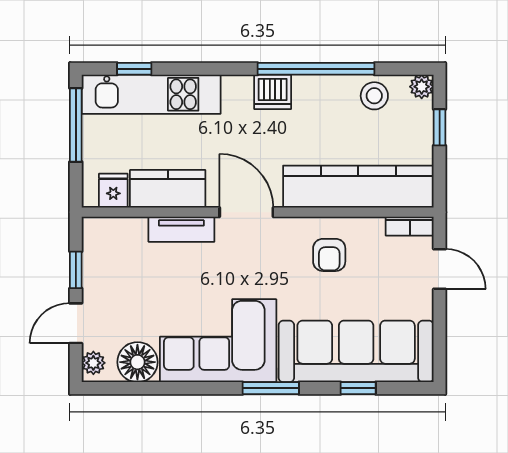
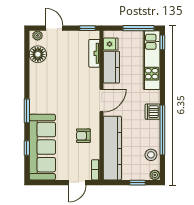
window: (134, 69) -> (162, 42), moved
tv unit: (181, 229) -> (94, 53), moved
window: (76, 270) -> (87, 28), moved
corner sofa: (218, 341) -> (47, 89), removed

